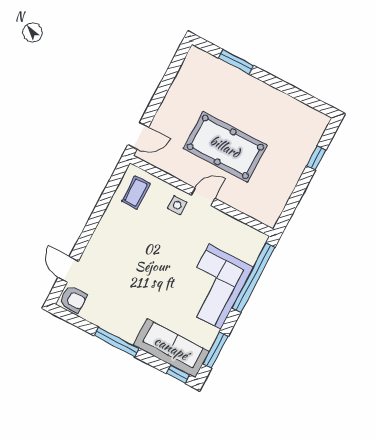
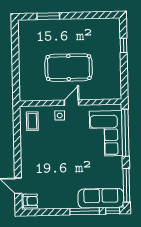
door: (138, 136) -> (16, 88), removed
corner sofa: (215, 287) -> (106, 133), moved
window: (117, 342) -> (85, 211), moved
window: (216, 350) -> (126, 185), width x1.44

